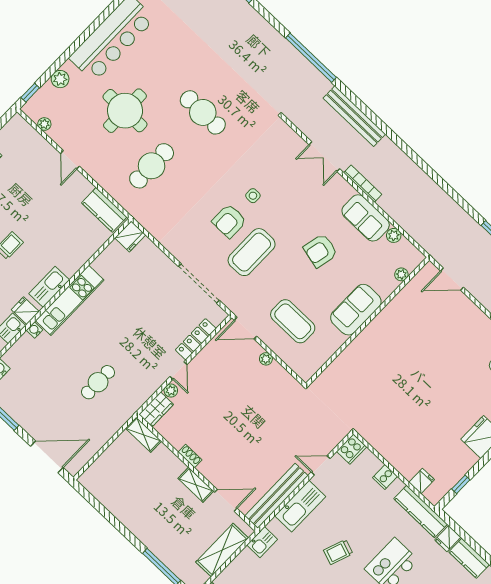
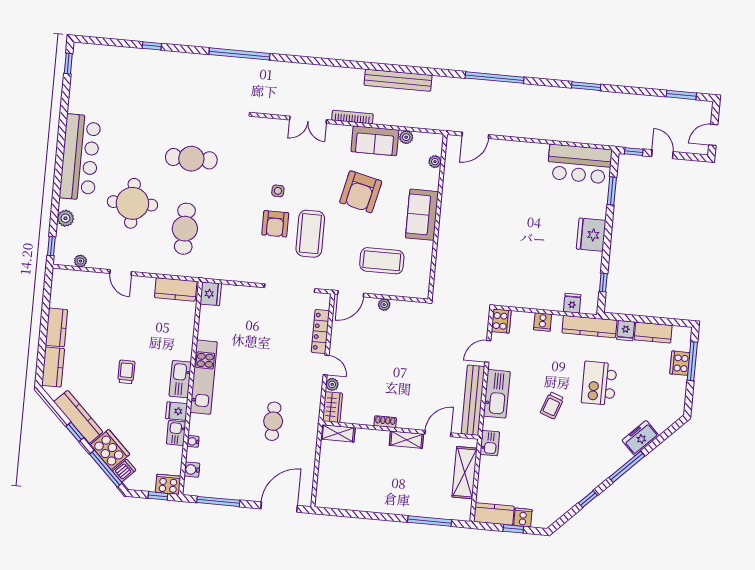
bench: (354, 116) -> (398, 80), moved
armchair: (321, 251) -> (361, 192), width x1.36, depth x1.36
water cooler: (35, 330) -> (193, 441), moved

